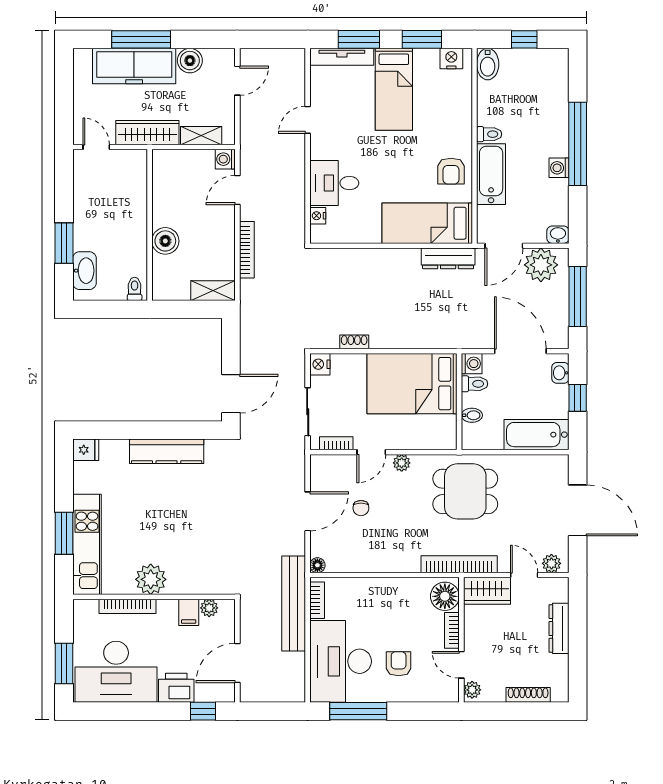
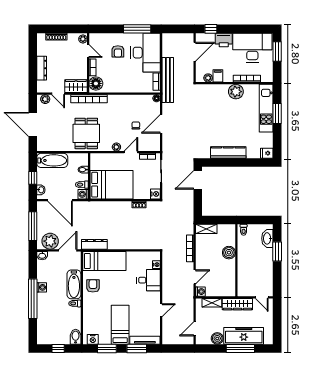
dining table: (465, 491) -> (86, 133), turned 90

